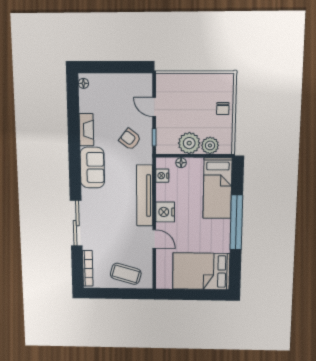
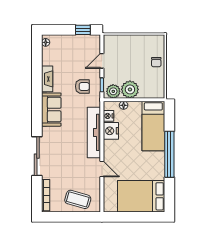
window: (130, 67) -> (83, 30), added
door: (154, 107) -> (102, 61), hinge flipped
armchair: (130, 139) -> (82, 86), turned 142
plant: (210, 145) -> (113, 91), moved
nightstand: (165, 212) -> (111, 131), moved

